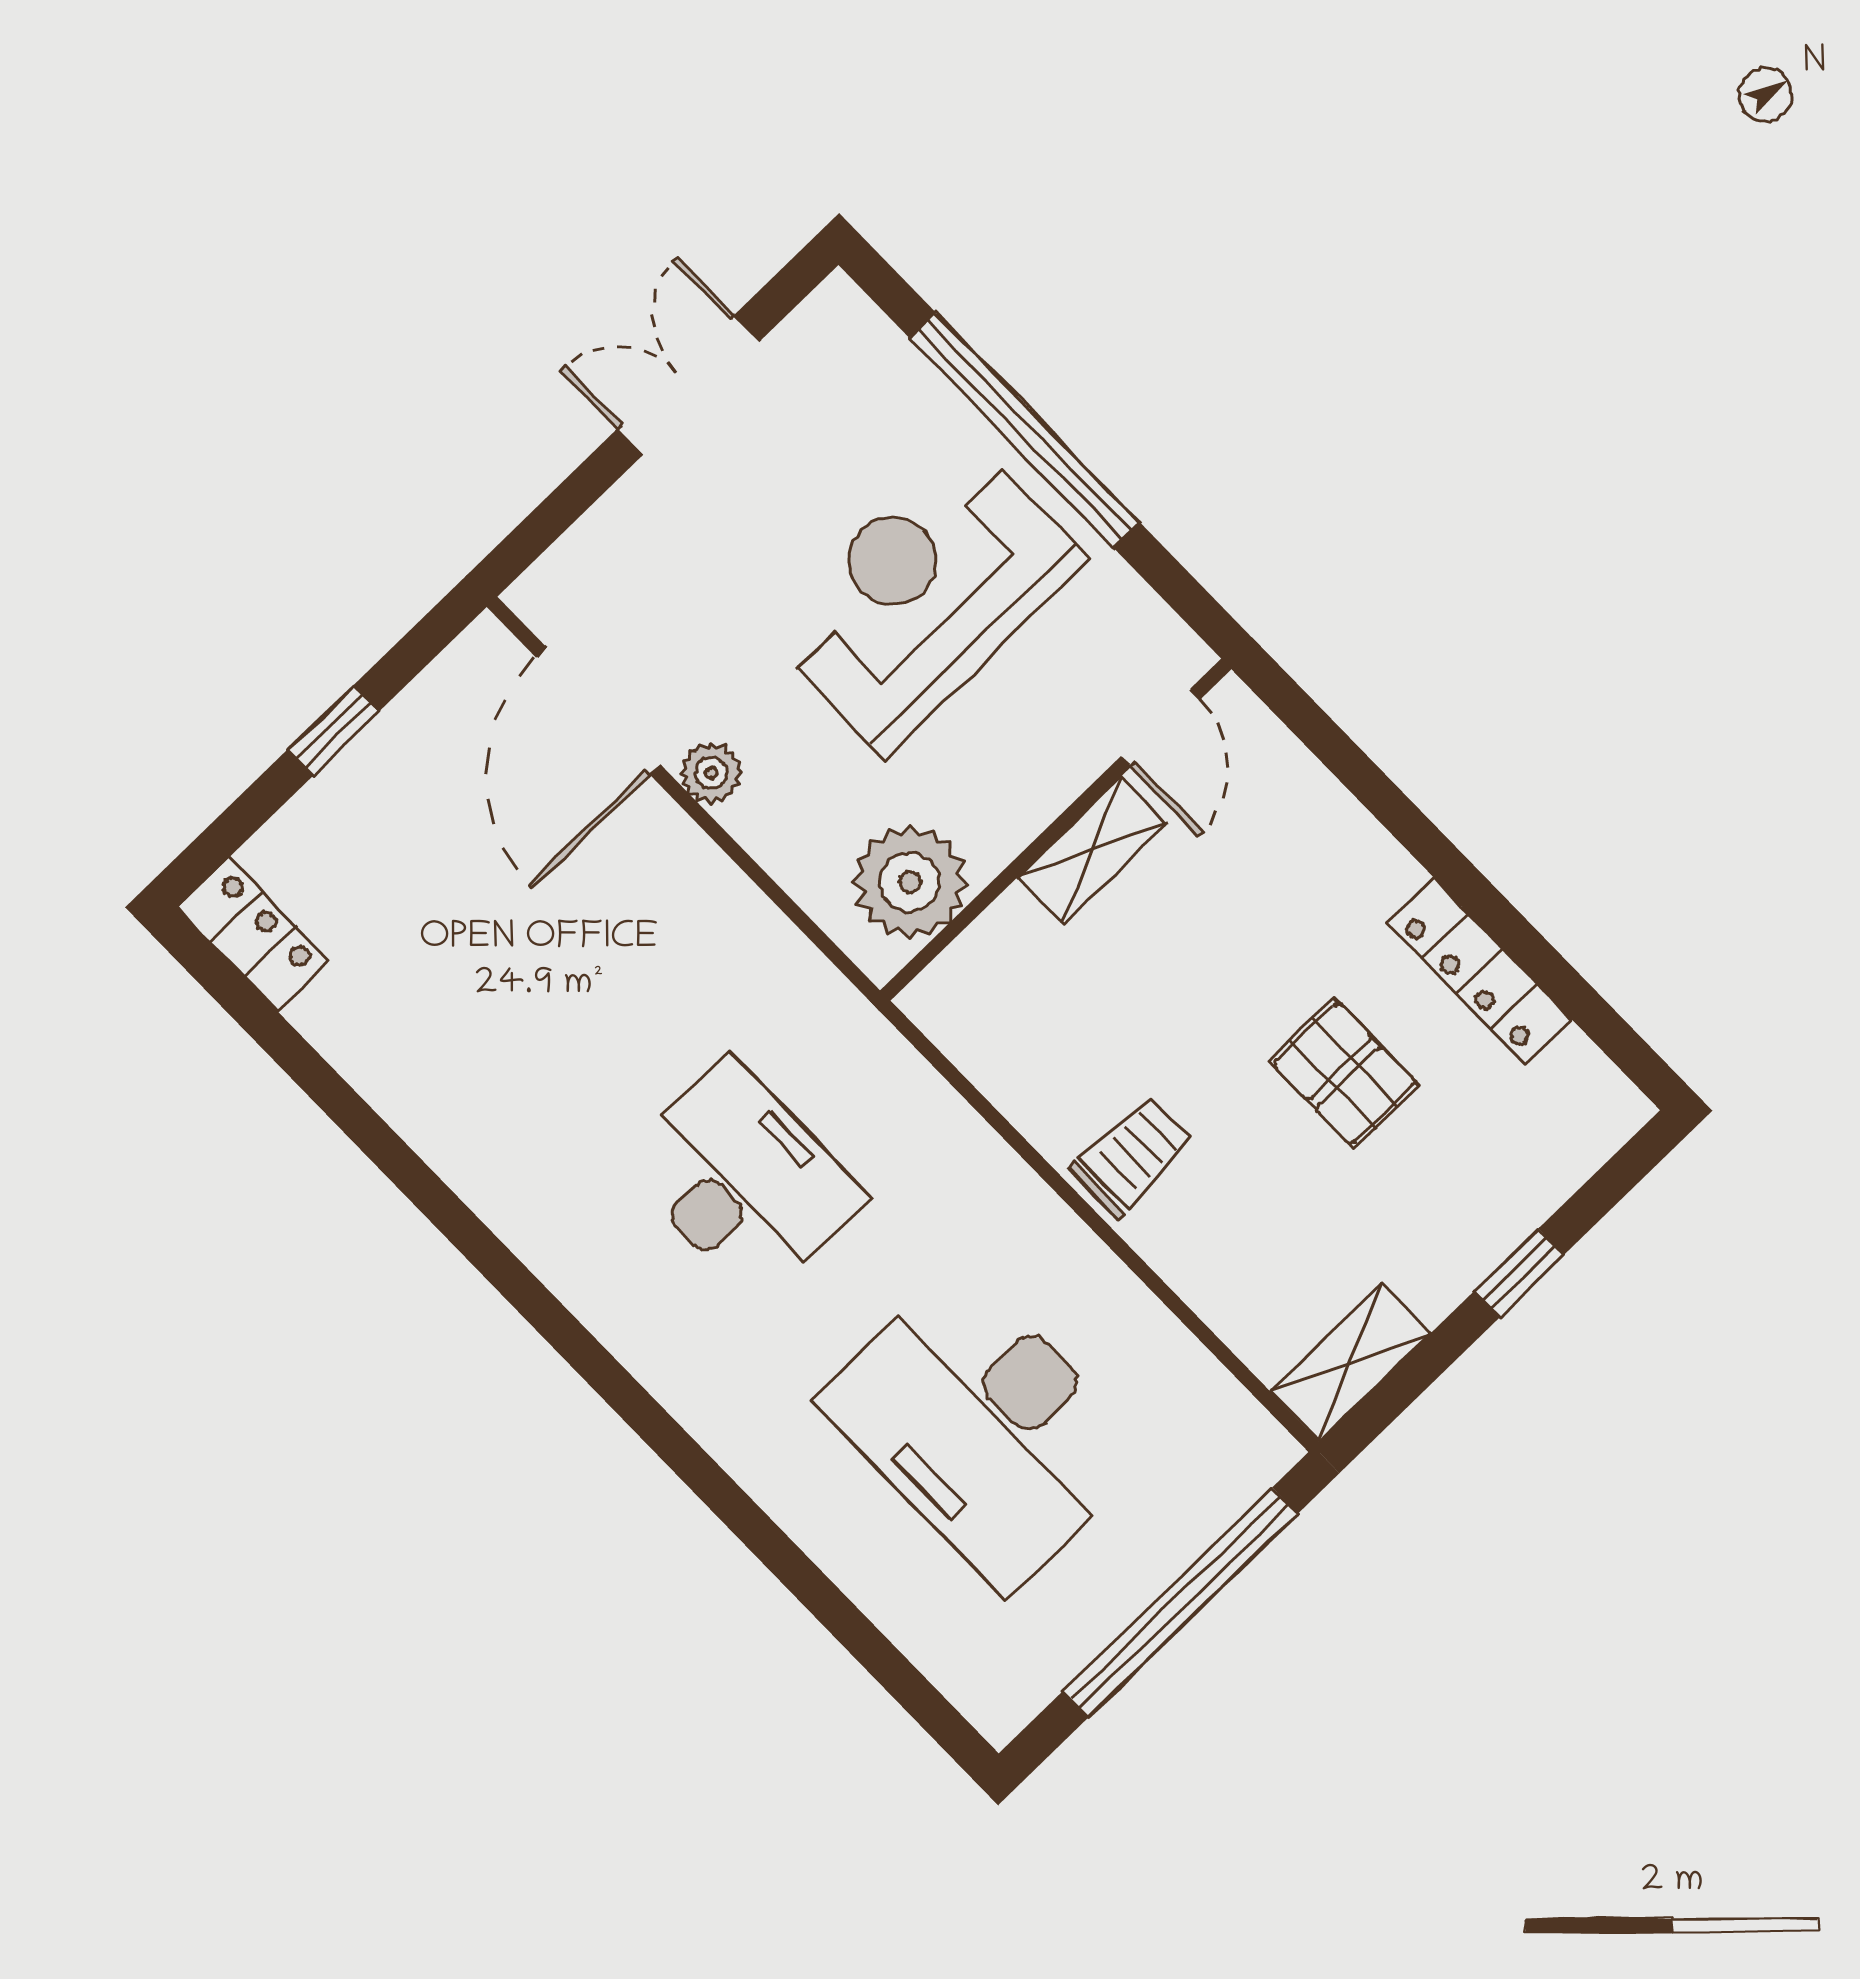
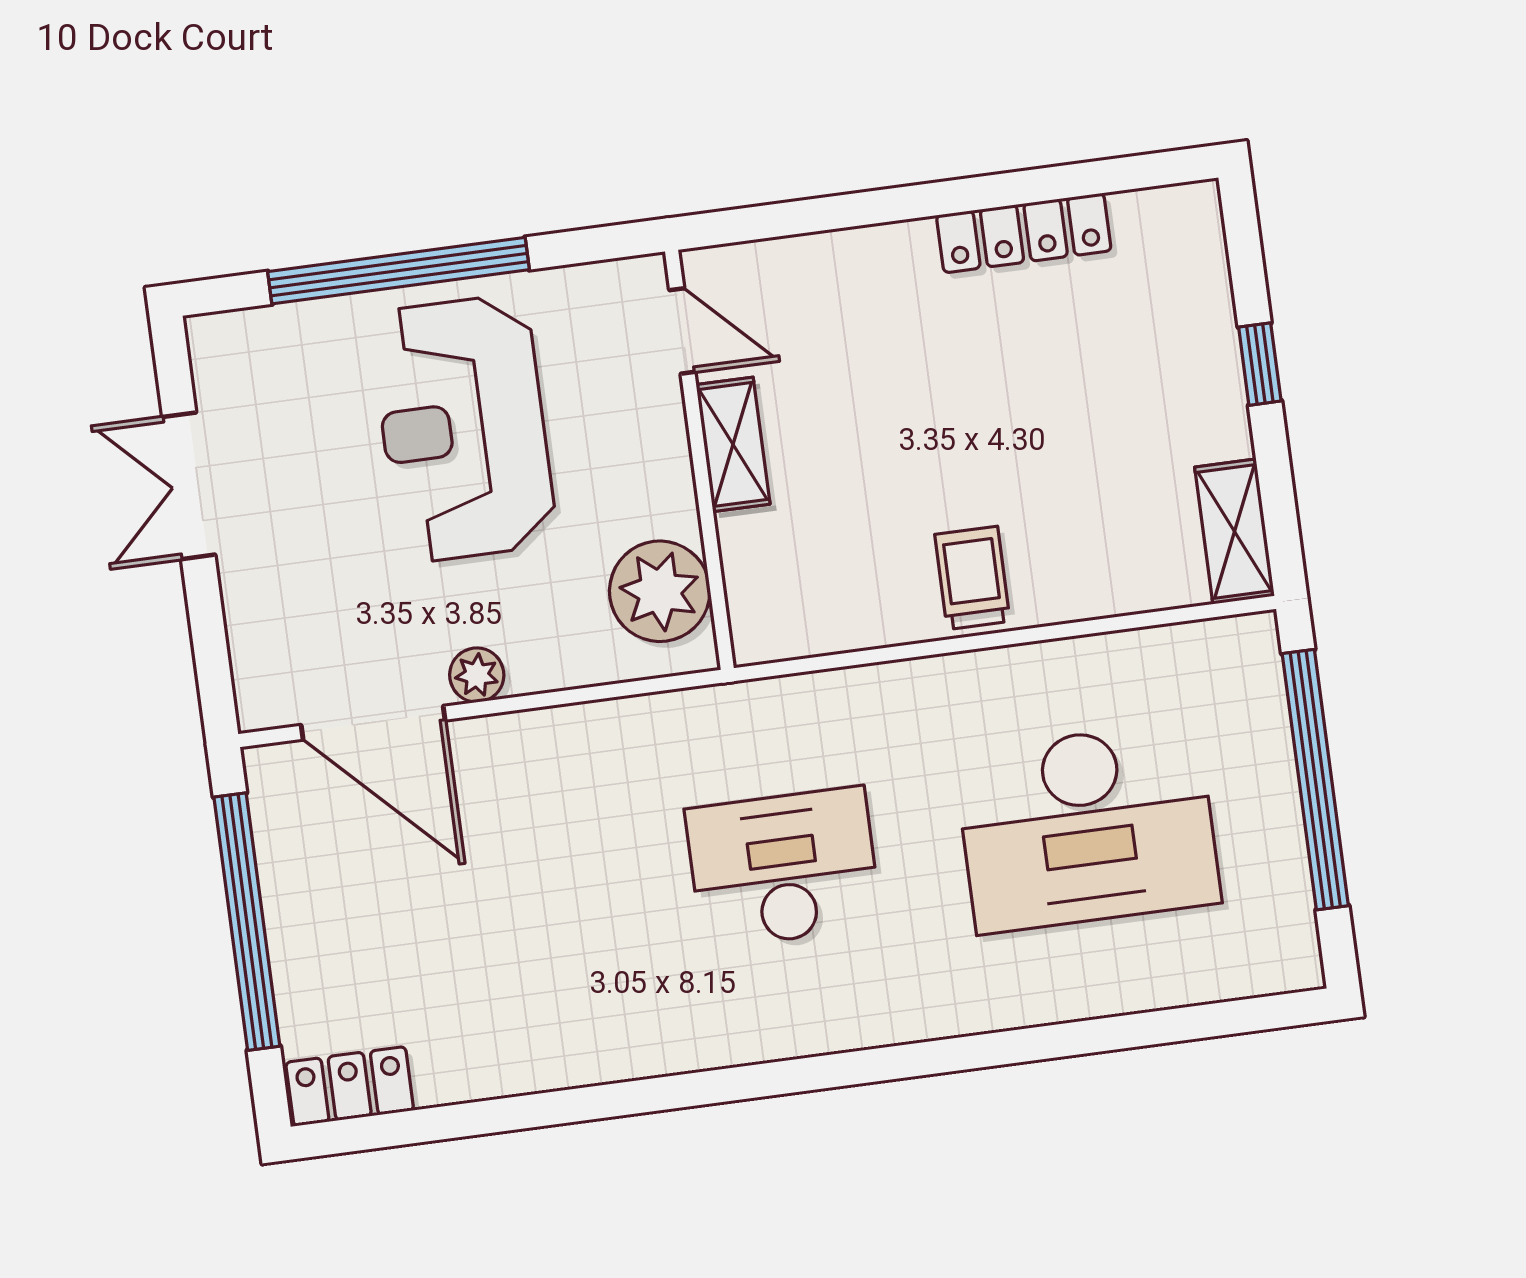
window: (333, 731) -> (247, 922), width x3.17
pallet: (1344, 1073) -> (1025, 383), removed

